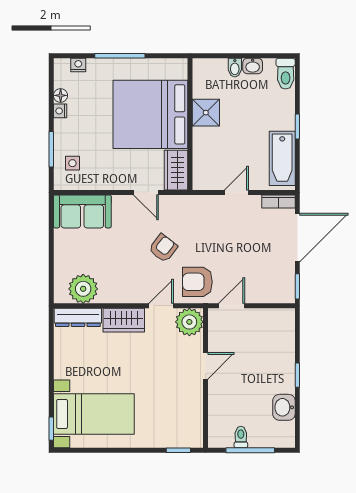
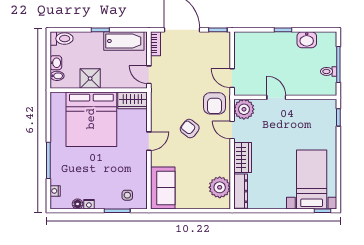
shower: (206, 113) -> (90, 79), moved
bed: (150, 114) -> (91, 119), moved
wall: (190, 124) -> (99, 90), moved
wardrobe: (176, 170) -> (132, 100), moved

